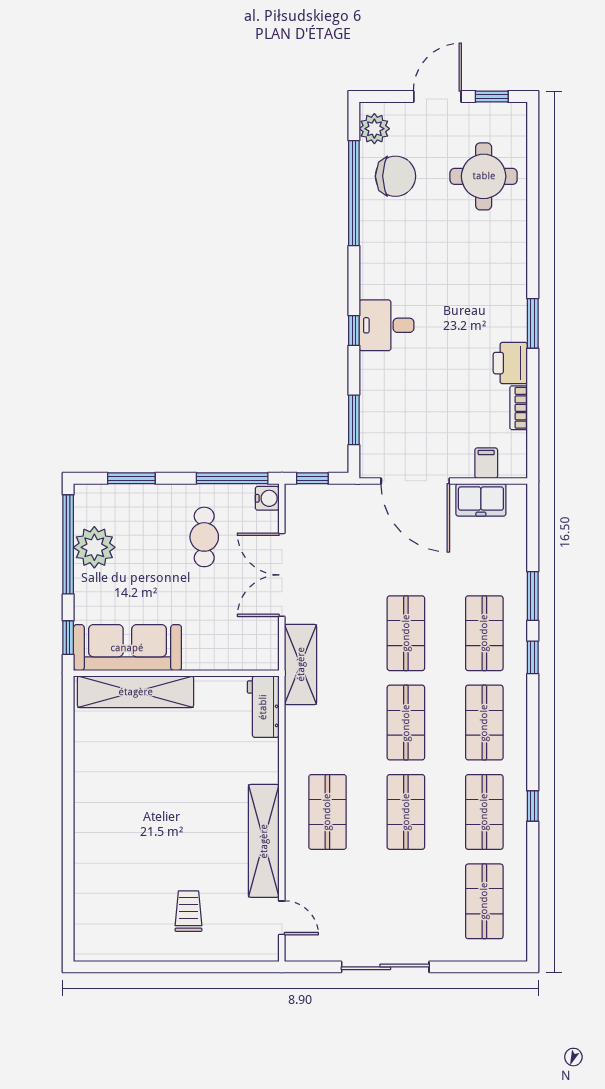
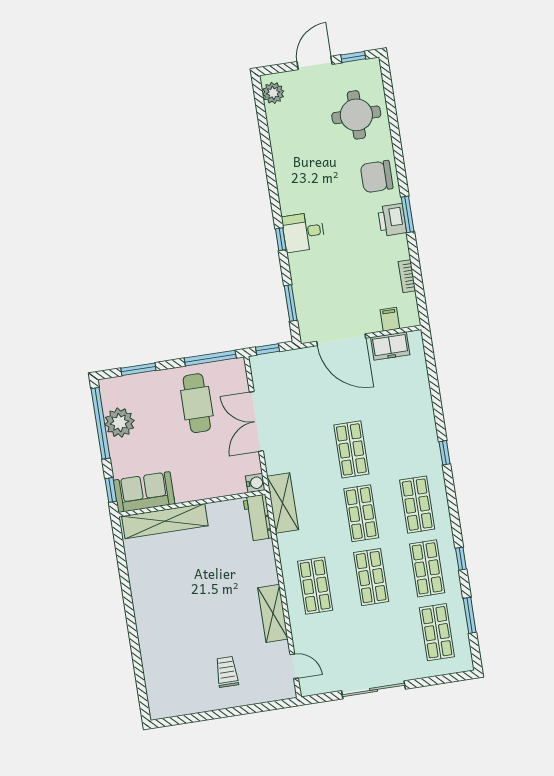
chair: (395, 176) -> (377, 177), moved, turned 180
window: (354, 193) -> (266, 141), removed
printer: (510, 363) -> (392, 220), moved
water cooler: (267, 498) -> (255, 483), moved
cafe table: (204, 537) -> (197, 403), width x1.37, depth x1.35
window: (533, 596) -> (470, 615), moved
shop shelf: (484, 633) -> (407, 441), removed
sofa: (127, 648) -> (144, 492), width x0.73
shelving: (301, 664) -> (283, 503), moved
shelving: (264, 841) -> (273, 613), width x0.68

